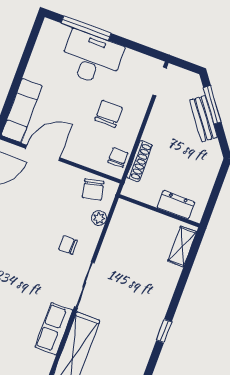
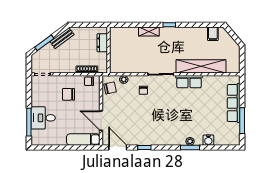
desk: (91, 58) -> (43, 118), width x0.73
bench: (204, 119) -> (62, 38), moved
shelving: (182, 246) -> (149, 32), moved

